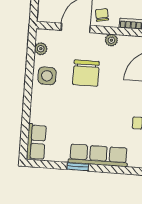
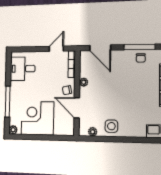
chair: (86, 73) -> (108, 98), removed

